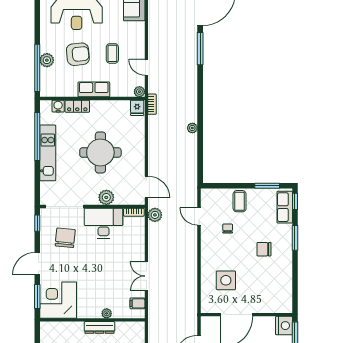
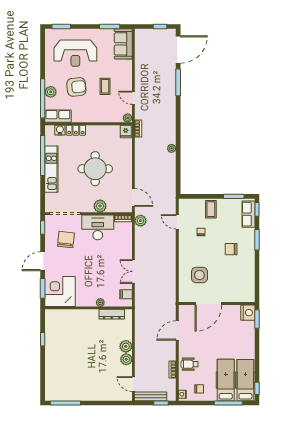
row of seats: (94, 89) -> (58, 116), moved
dresser: (99, 327) -> (112, 314), moved

